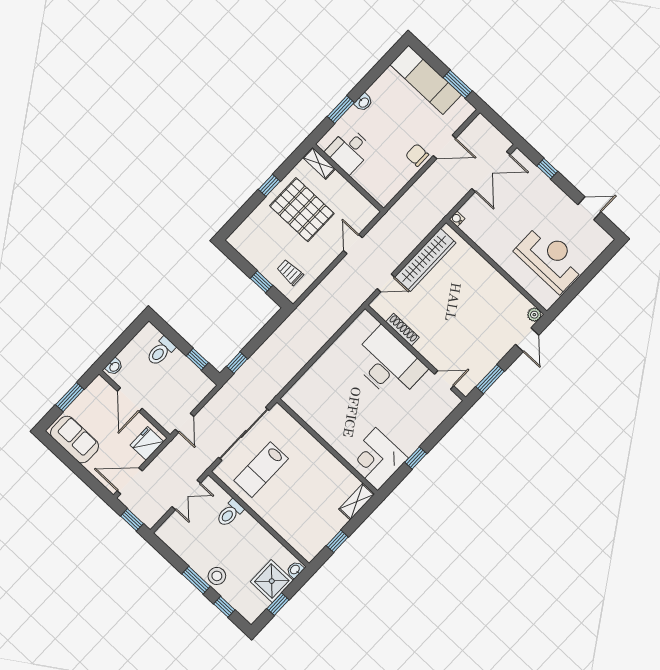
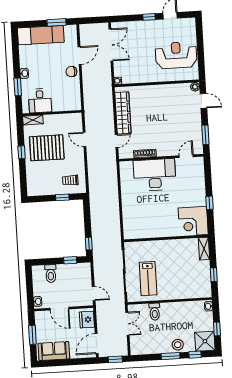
window: (547, 169) -> (149, 17), moved
shower: (272, 581) -> (205, 341), moved

